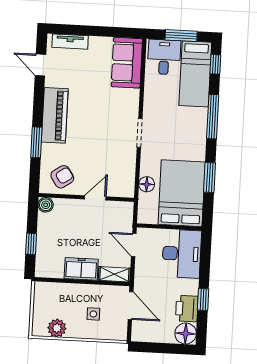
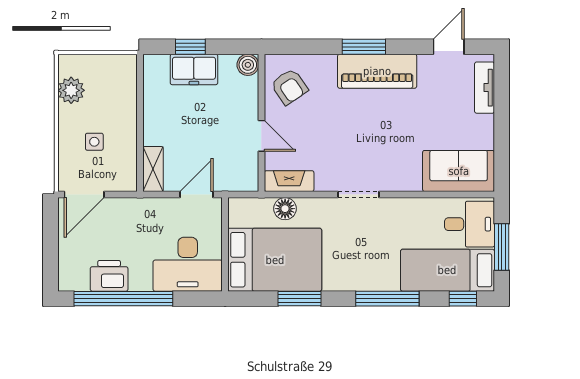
window: (36, 142) -> (364, 47), moved
fireplace: (128, 180) -> (289, 181), added
freezer: (81, 269) -> (194, 69), moved, turned 90
window: (203, 300) -> (123, 299), width x3.17
door: (131, 306) -> (84, 195), moved
floor lamp: (186, 334) -> (73, 276), removed

